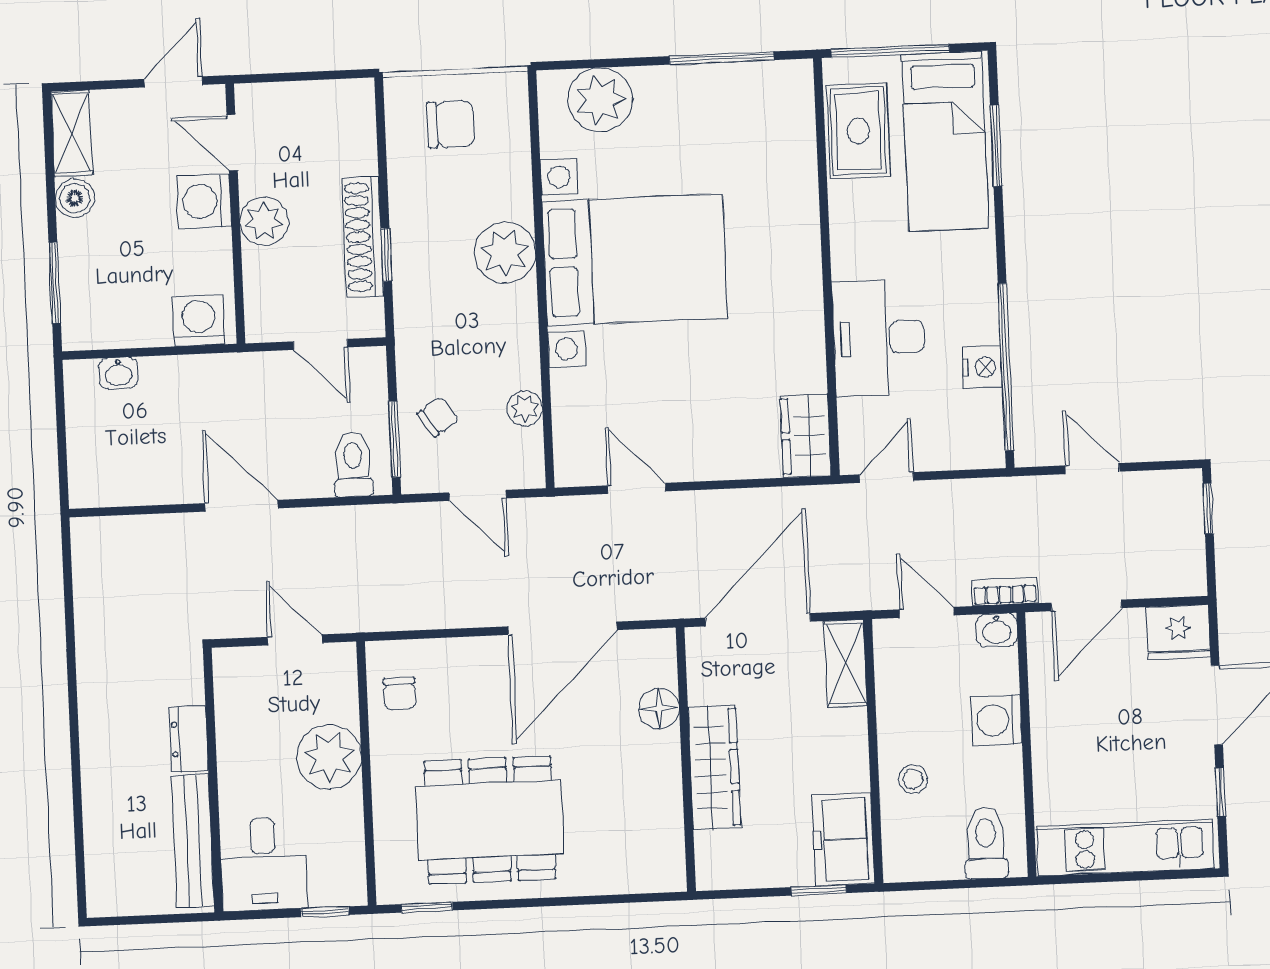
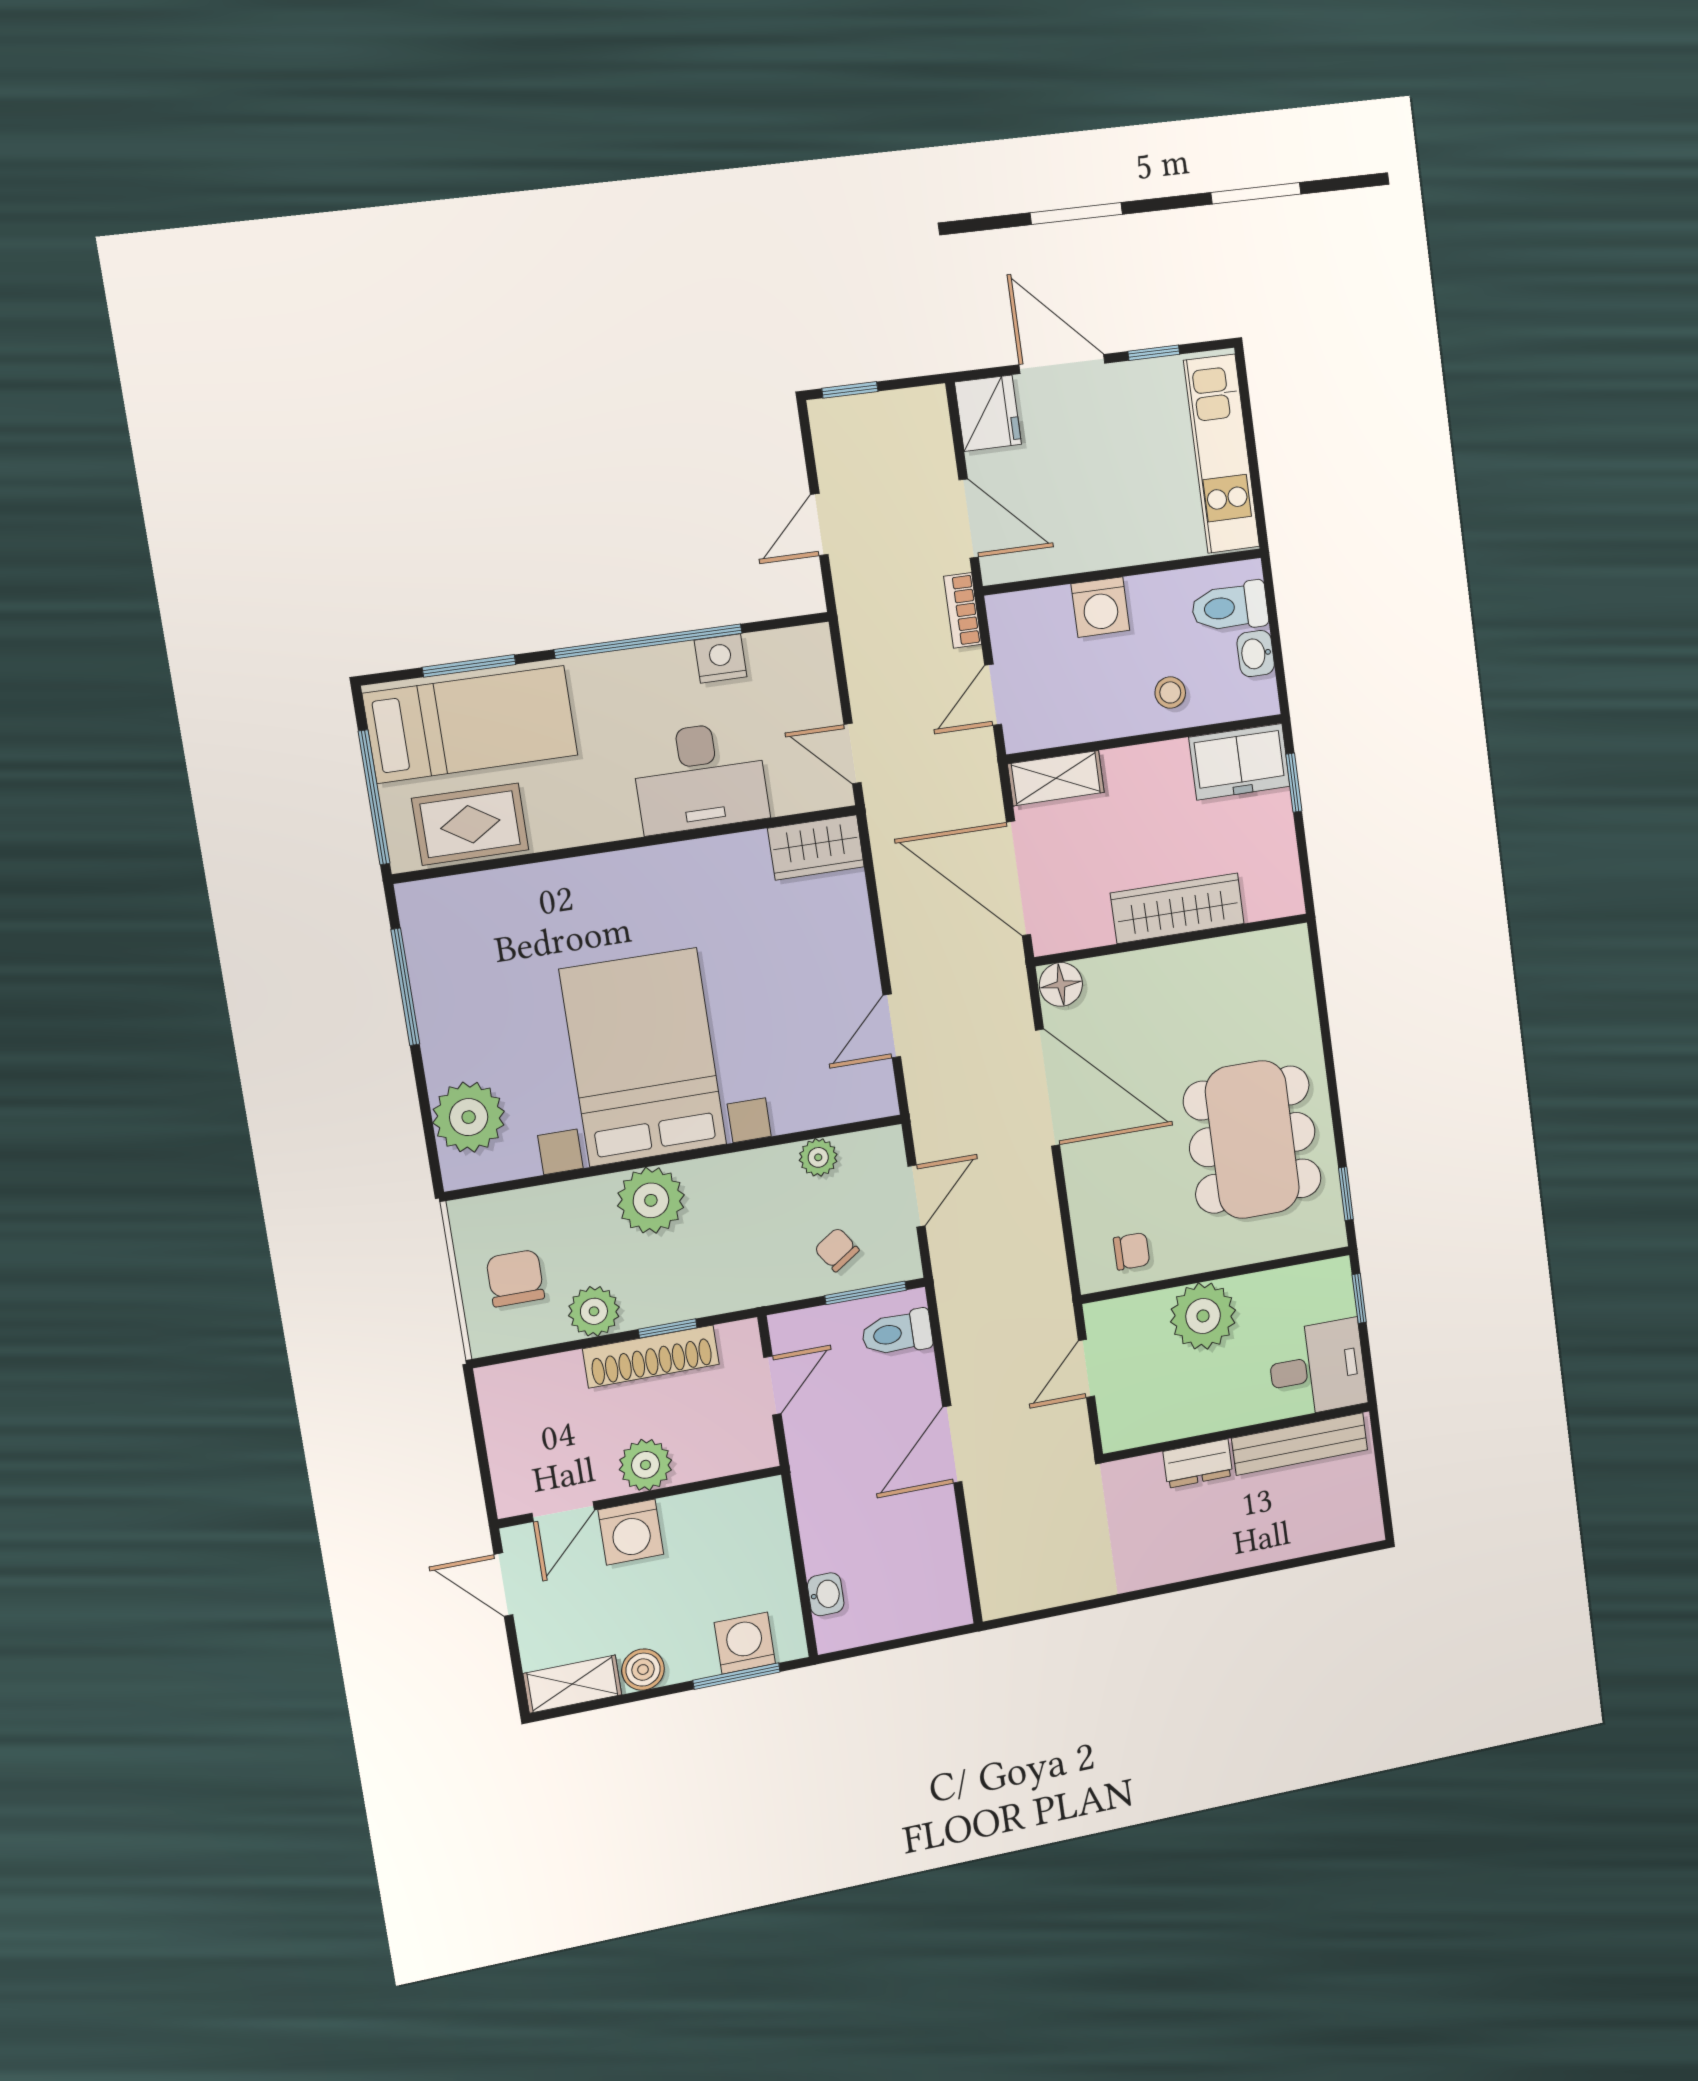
plant: (411, 191) -> (594, 1311), added
washing machine: (198, 320) -> (745, 1643), moved, turned 90
window: (1006, 367) -> (648, 641), moved
washbasin: (997, 630) -> (1256, 654), moved, turned 180
floor lamp: (659, 708) -> (1061, 984), moved

